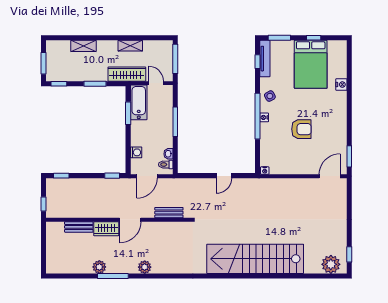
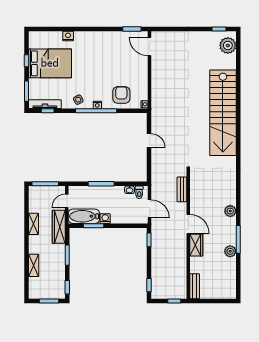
armchair: (301, 129) -> (121, 95), moved
washing machine: (136, 152) -> (105, 219), moved
bench: (79, 227) -> (195, 286), moved

